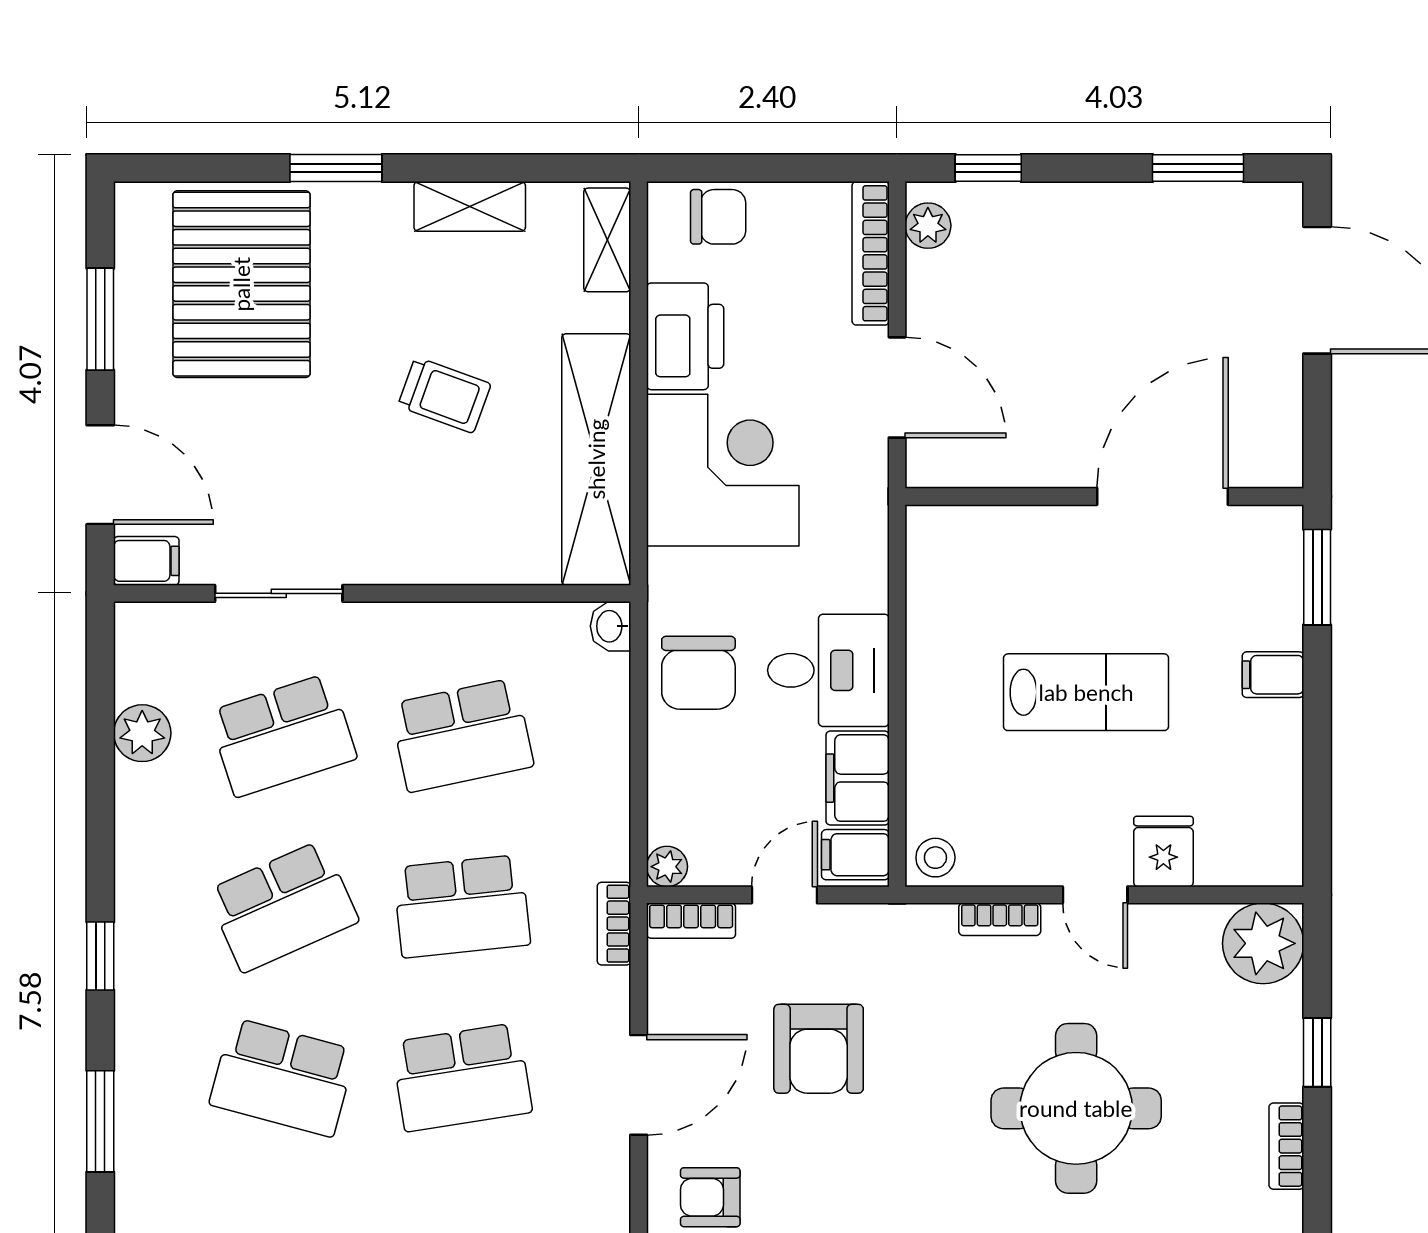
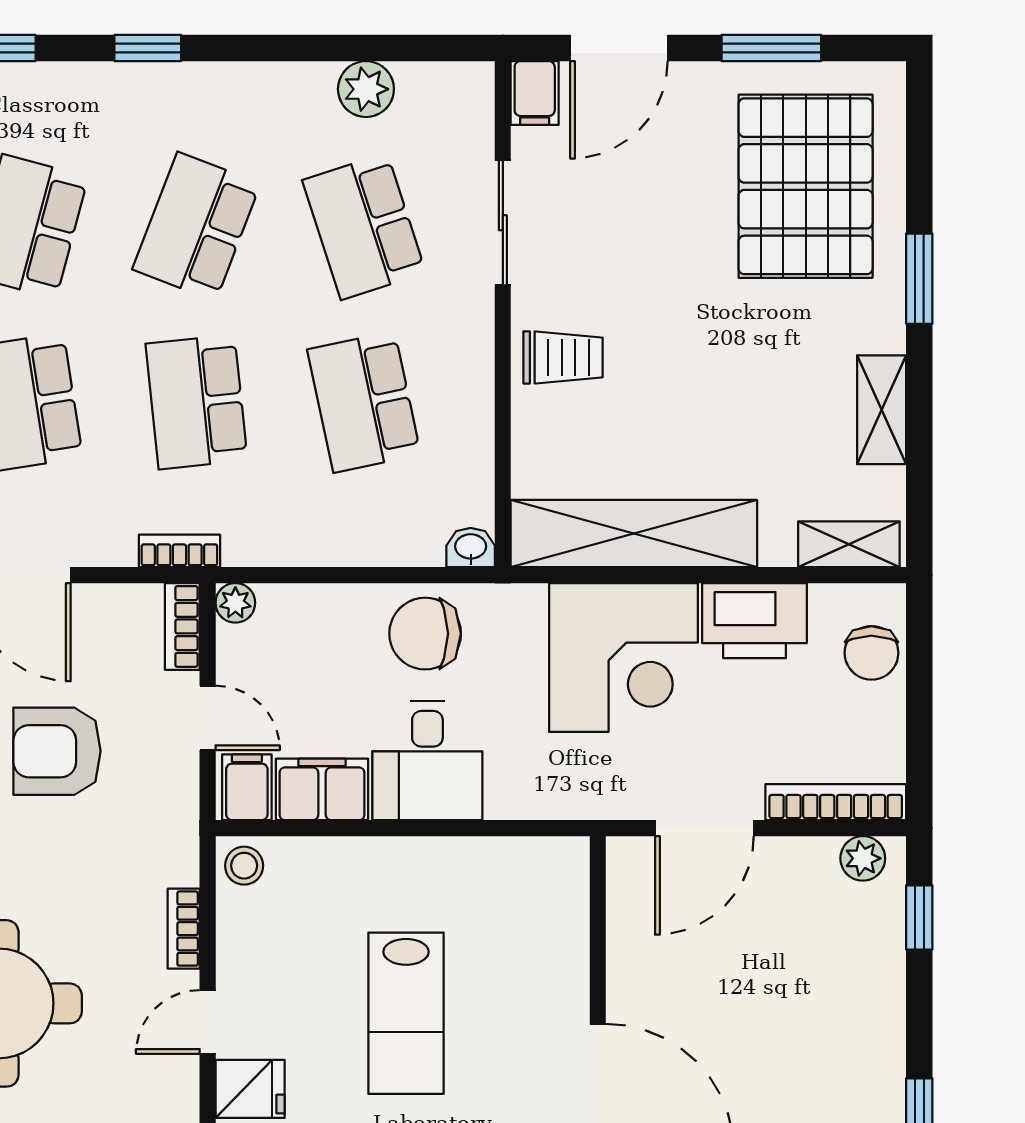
pallet: (241, 284) -> (806, 186), turned 90
trolley: (444, 395) -> (563, 357), moved, turned -110
school desk: (283, 906) -> (196, 226), turned 45

